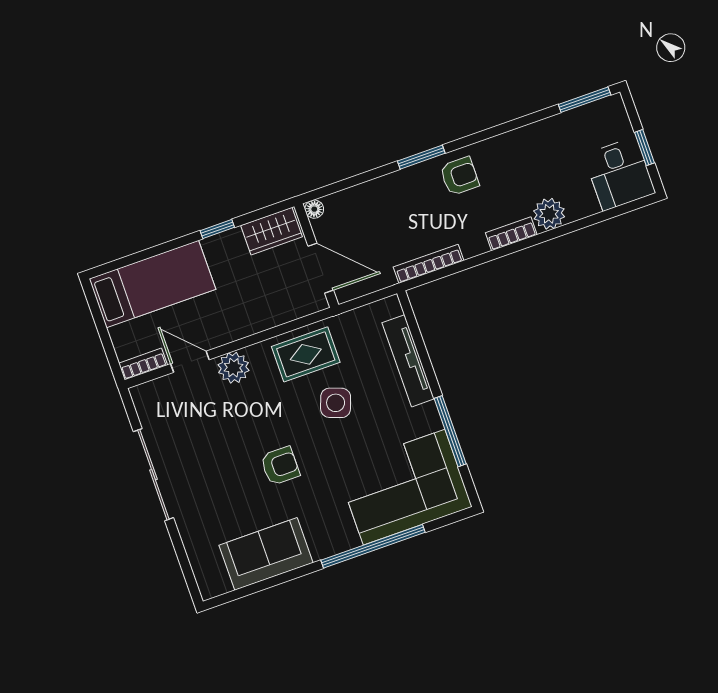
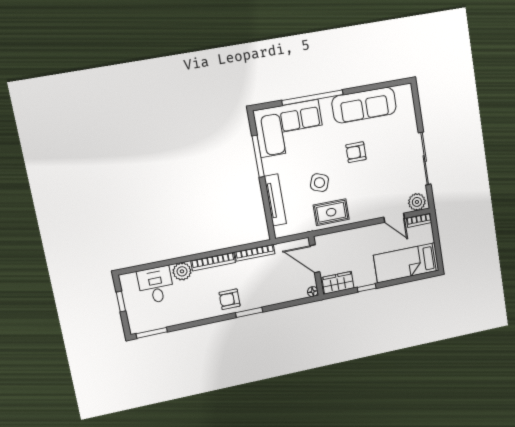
desk: (619, 174) -> (156, 285), moved
bookcase: (511, 234) -> (213, 262), width x1.56
plant: (233, 368) -> (417, 202), moved
sofa: (266, 554) -> (364, 105), width x1.36

